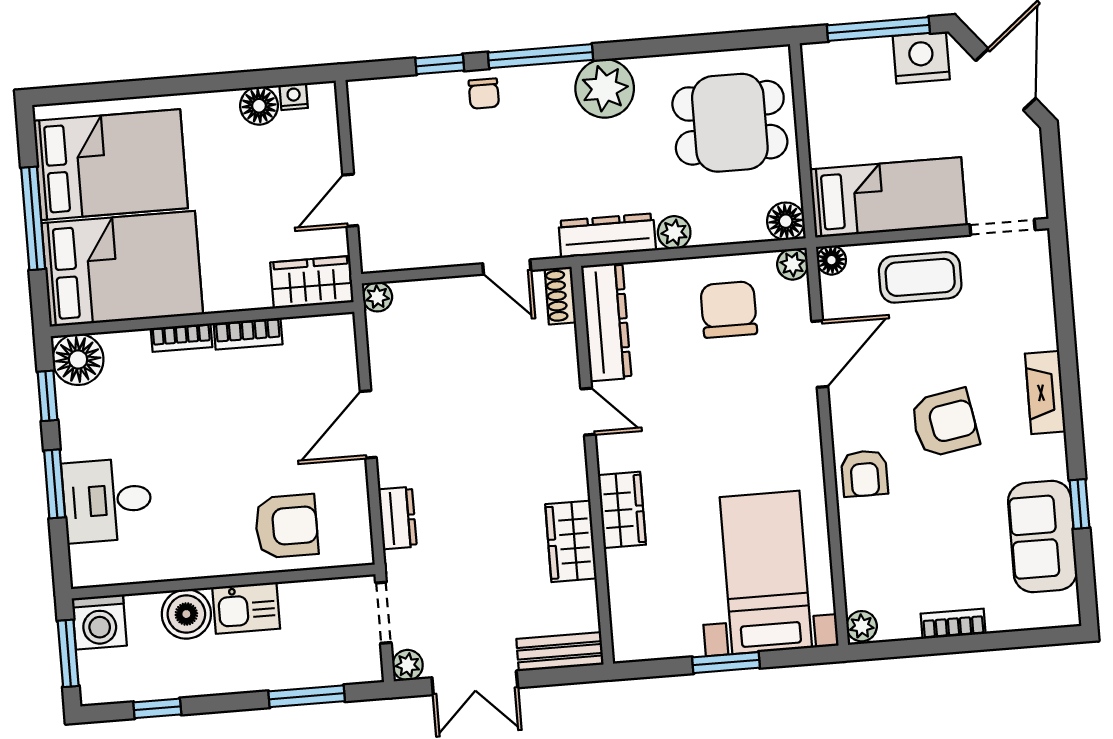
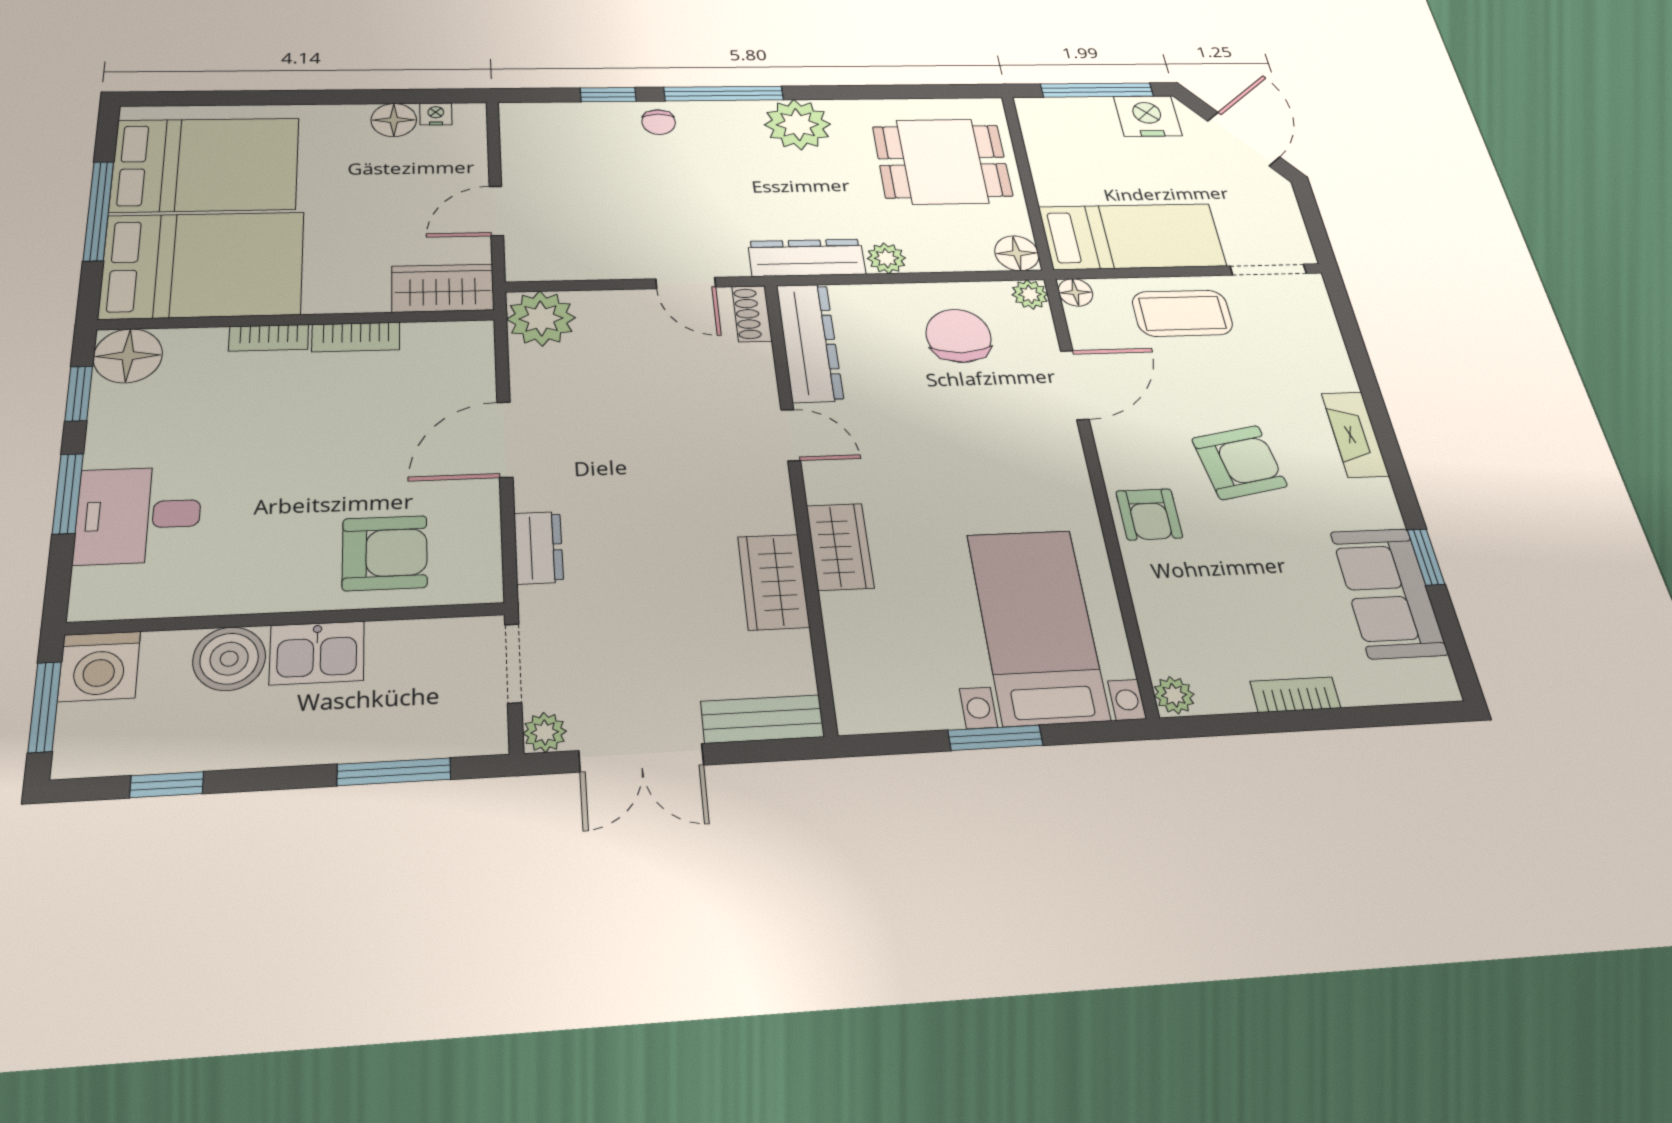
plant: (377, 297) -> (541, 318), width x1.87, depth x1.87

